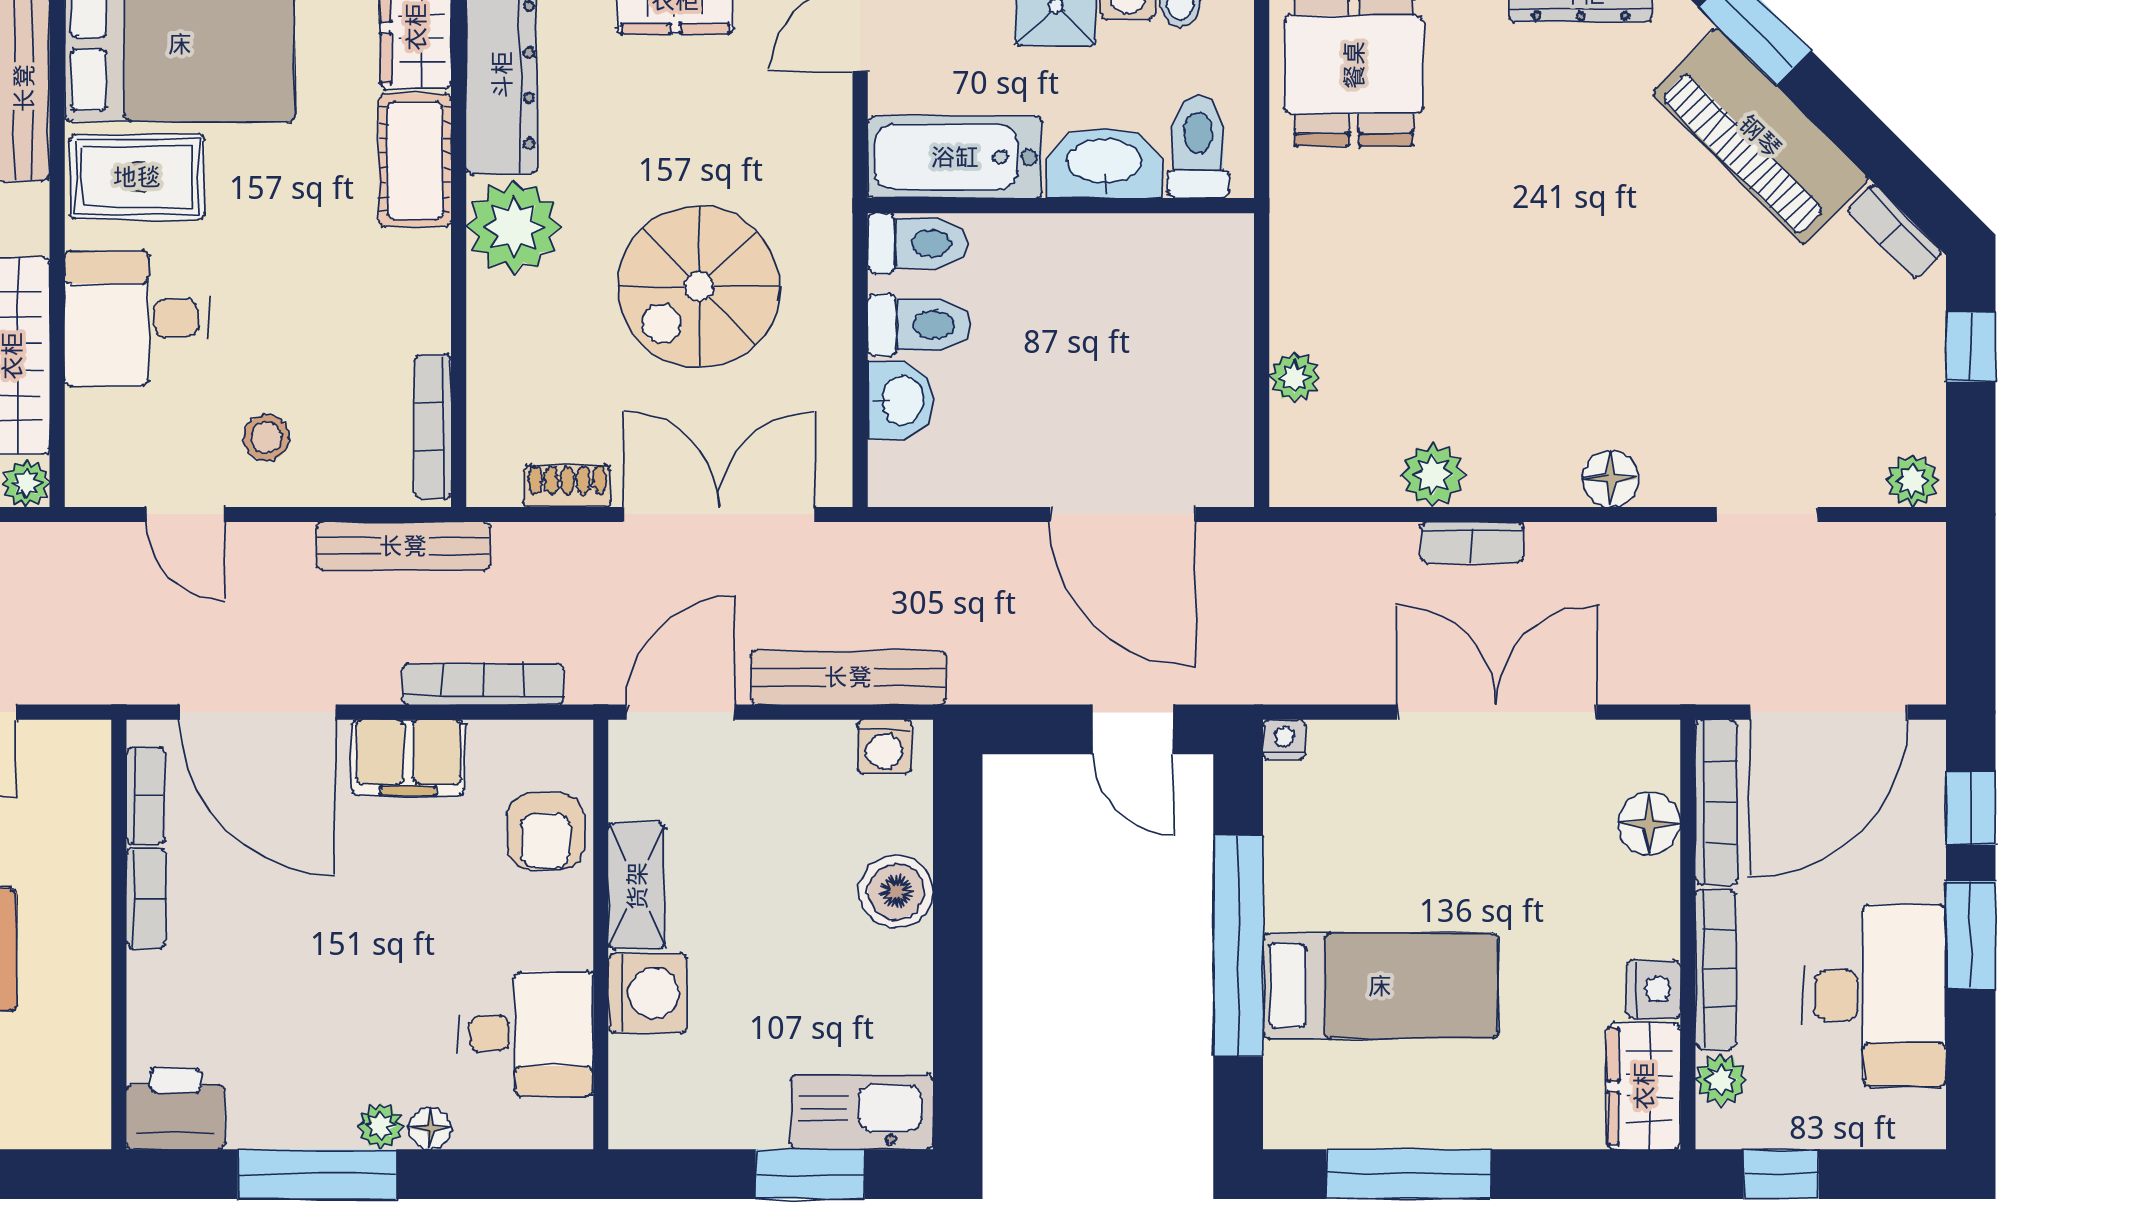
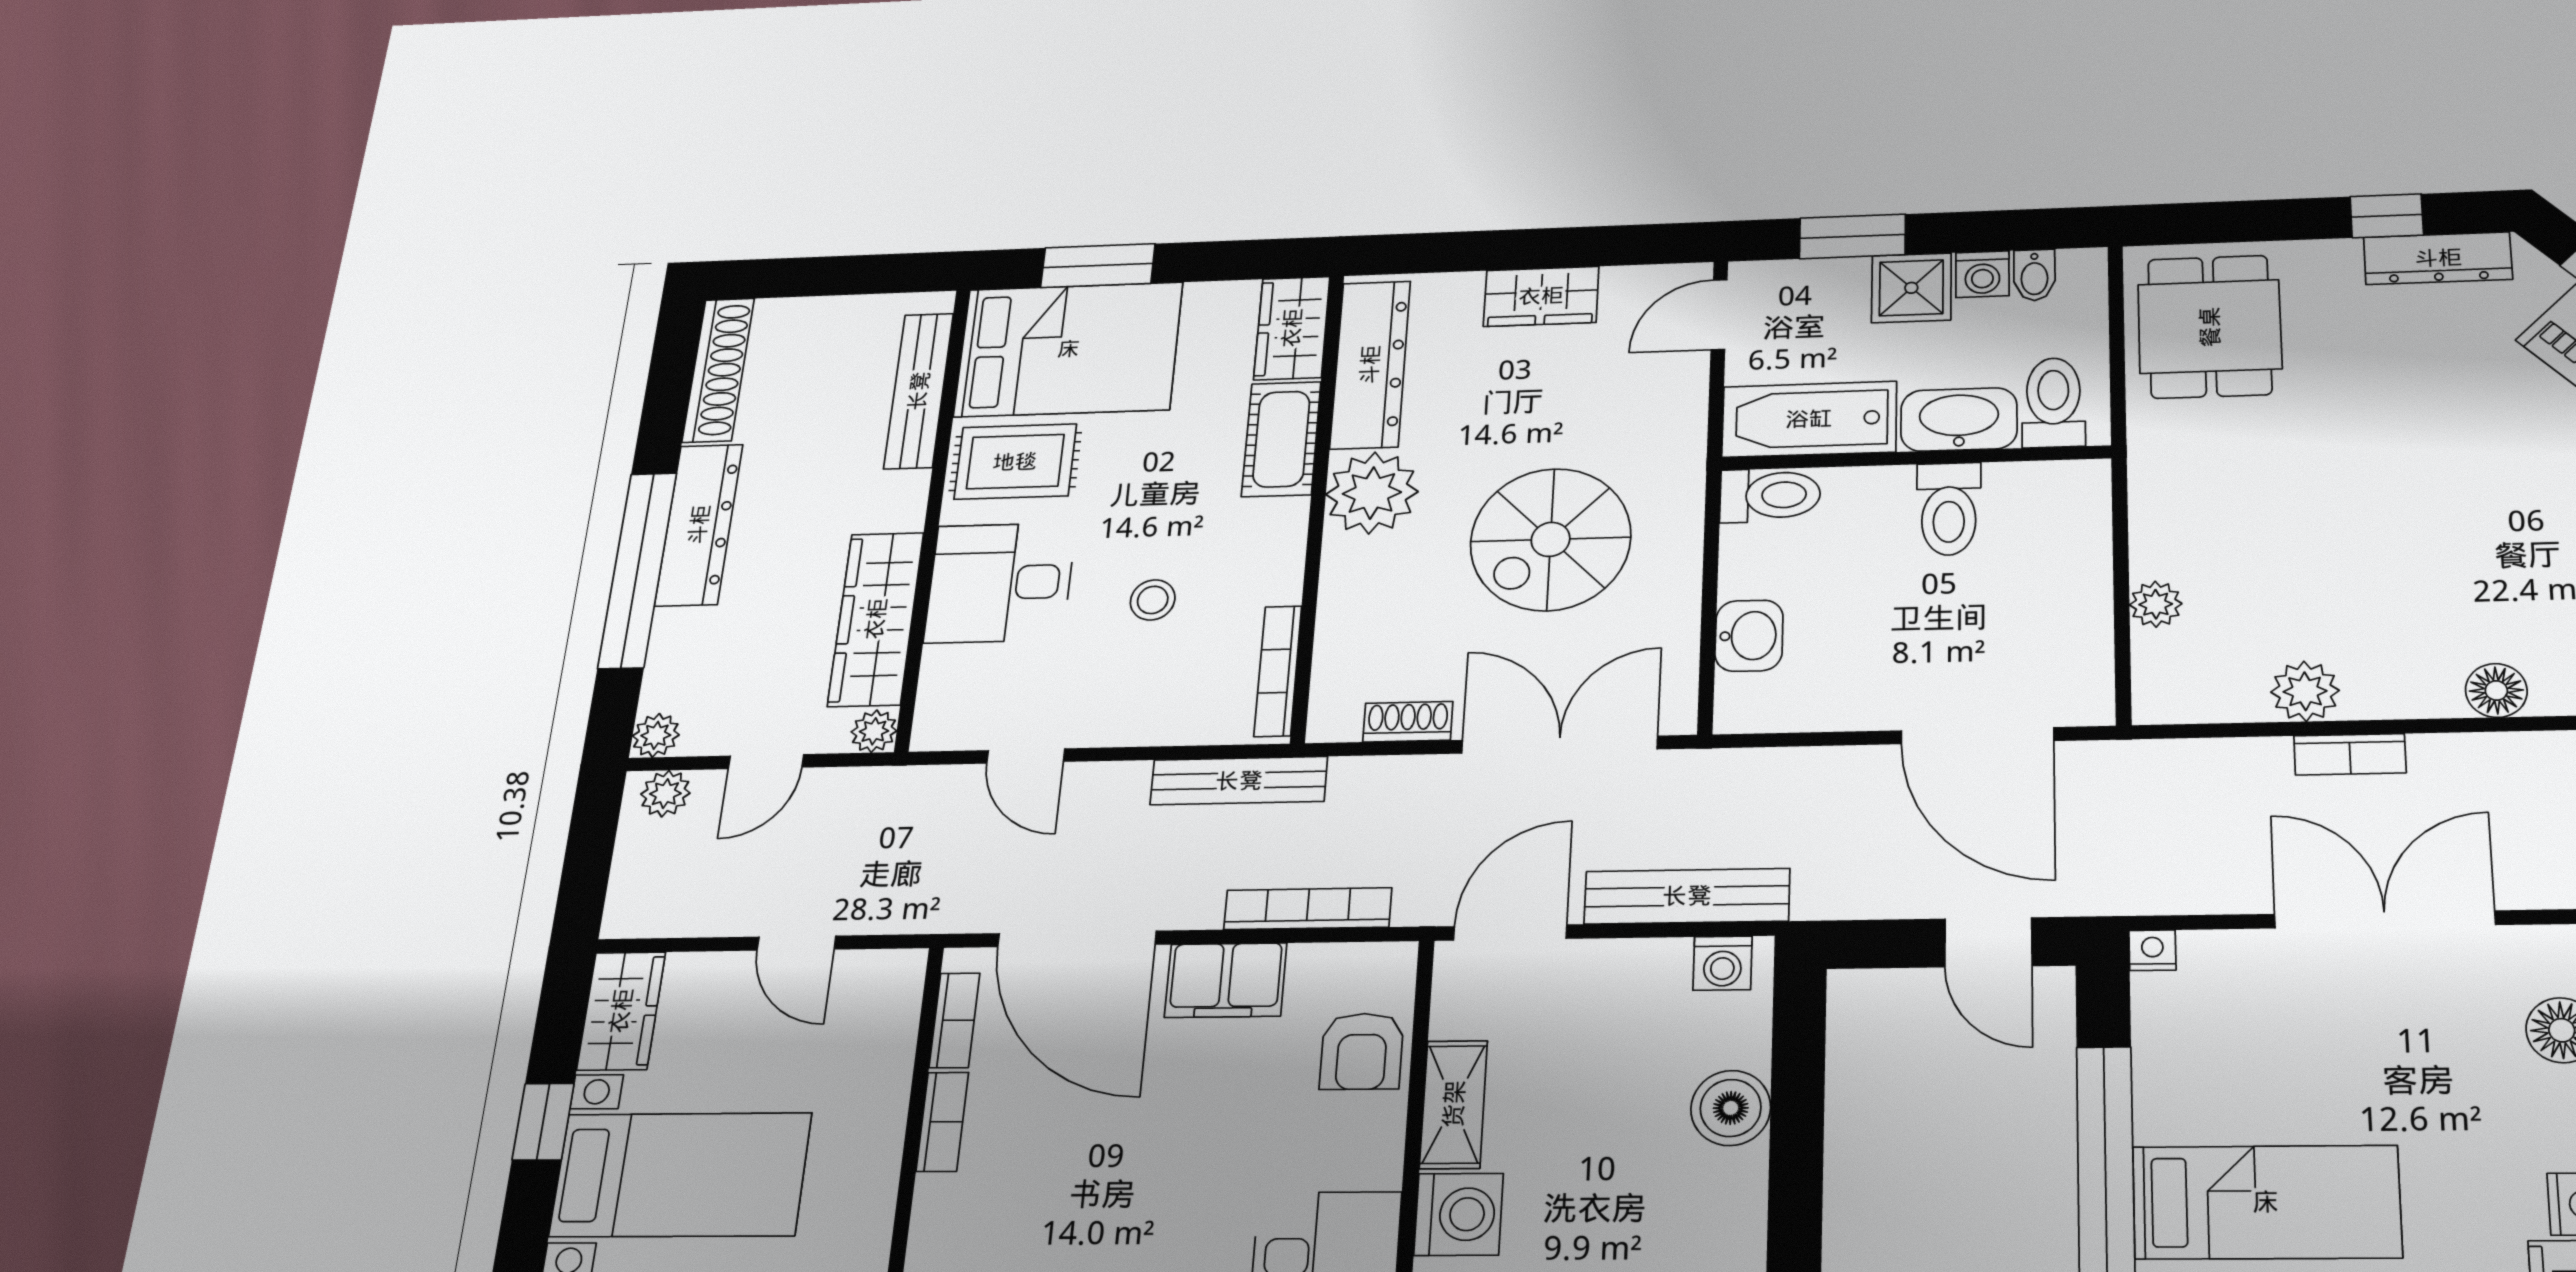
toilet: (919, 325) -> (1949, 509), moved, turned 90
stool: (266, 438) -> (1153, 600), moved

